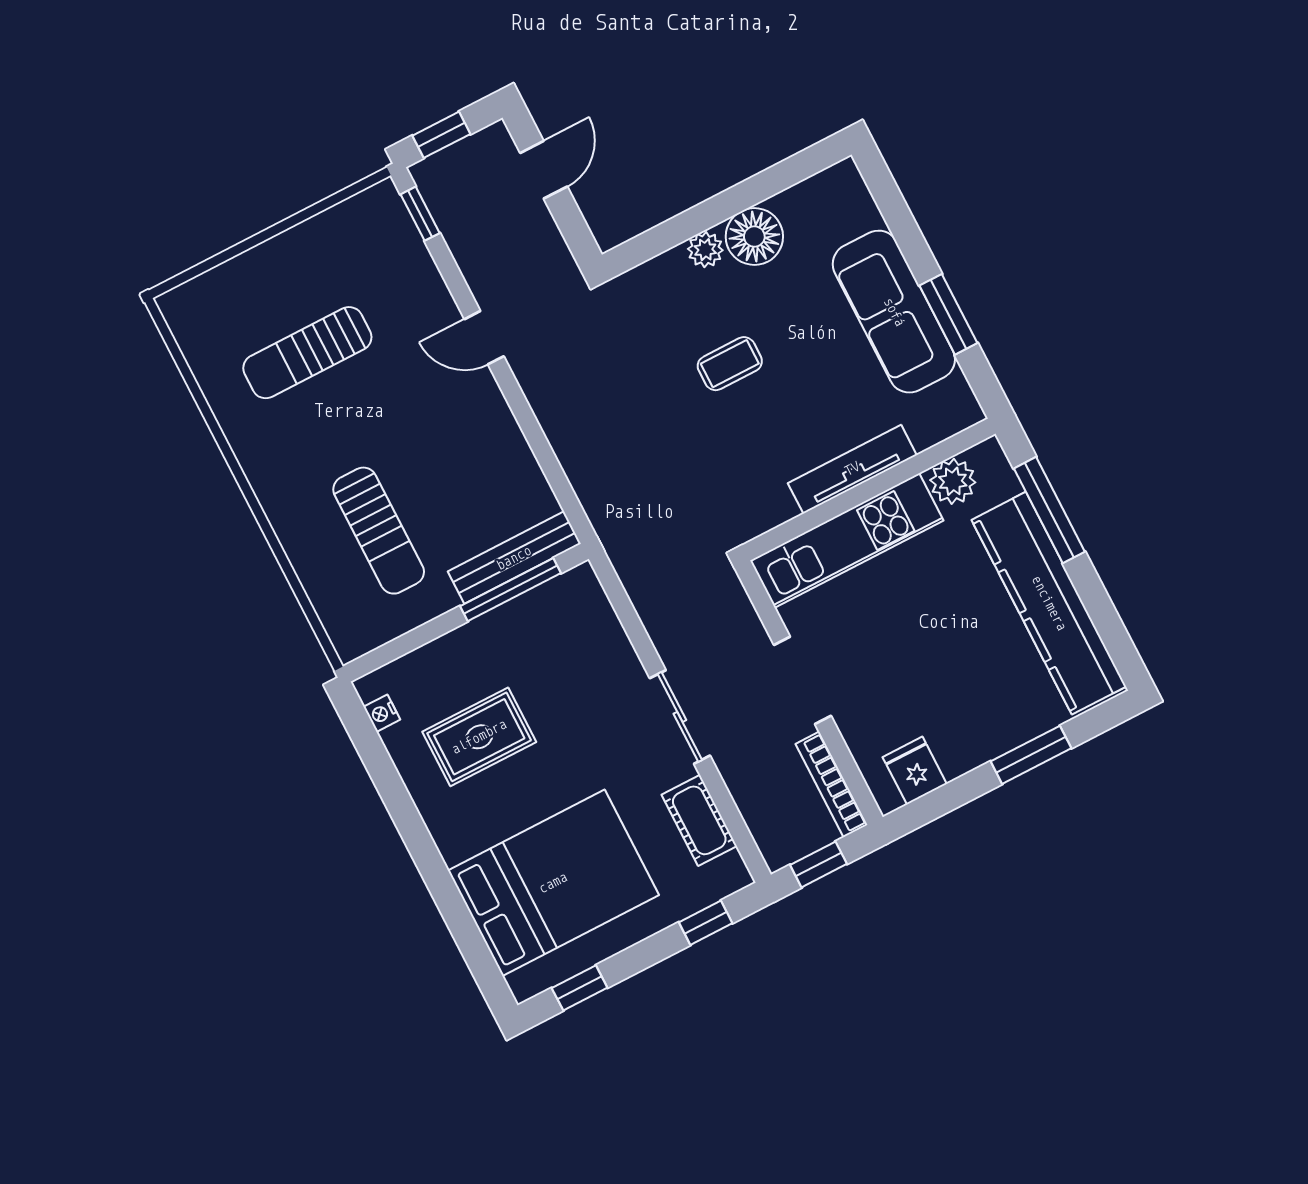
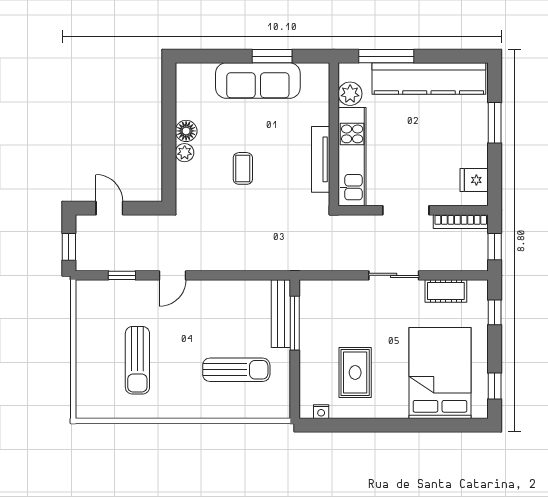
window: (420, 214) -> (122, 275), moved
floor lamp: (754, 236) -> (186, 131), width x0.73, depth x0.73
tv unit: (852, 469) -> (321, 159), moved

